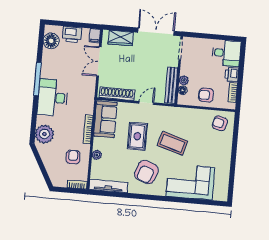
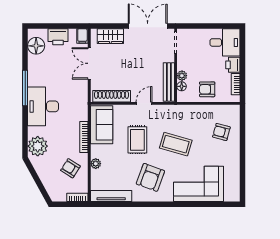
armchair: (220, 123) -> (221, 132), moved
armchair: (73, 157) -> (70, 168), turned -58

